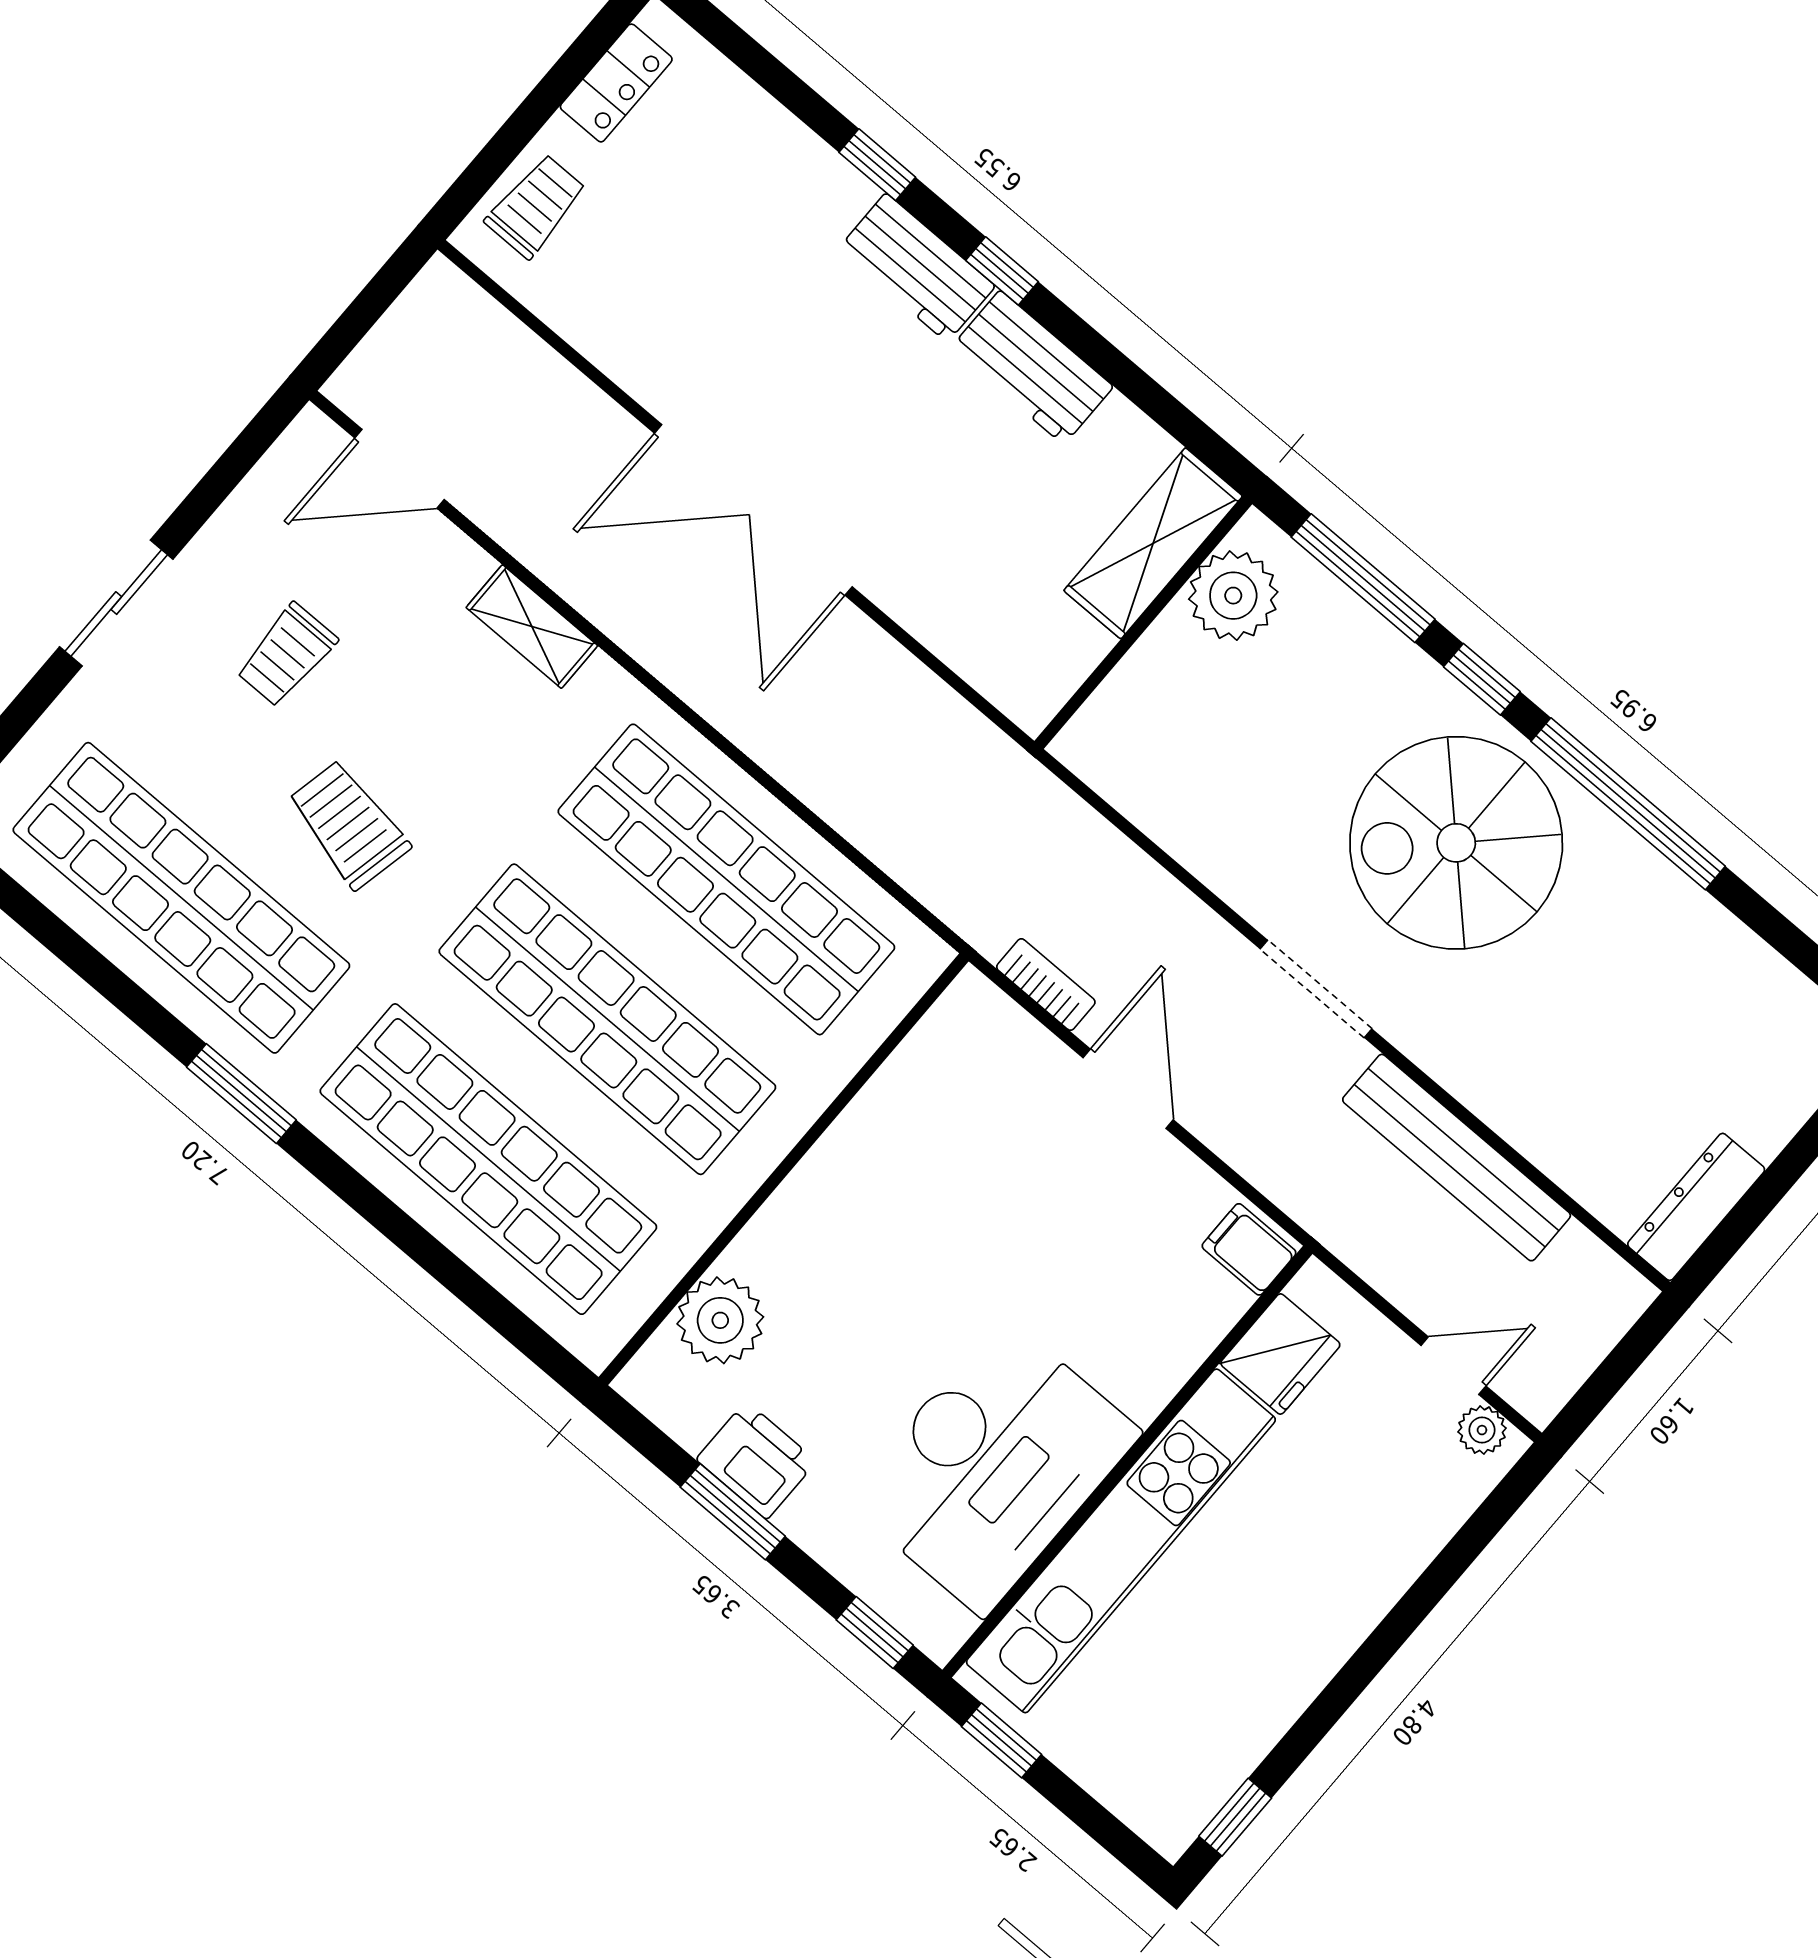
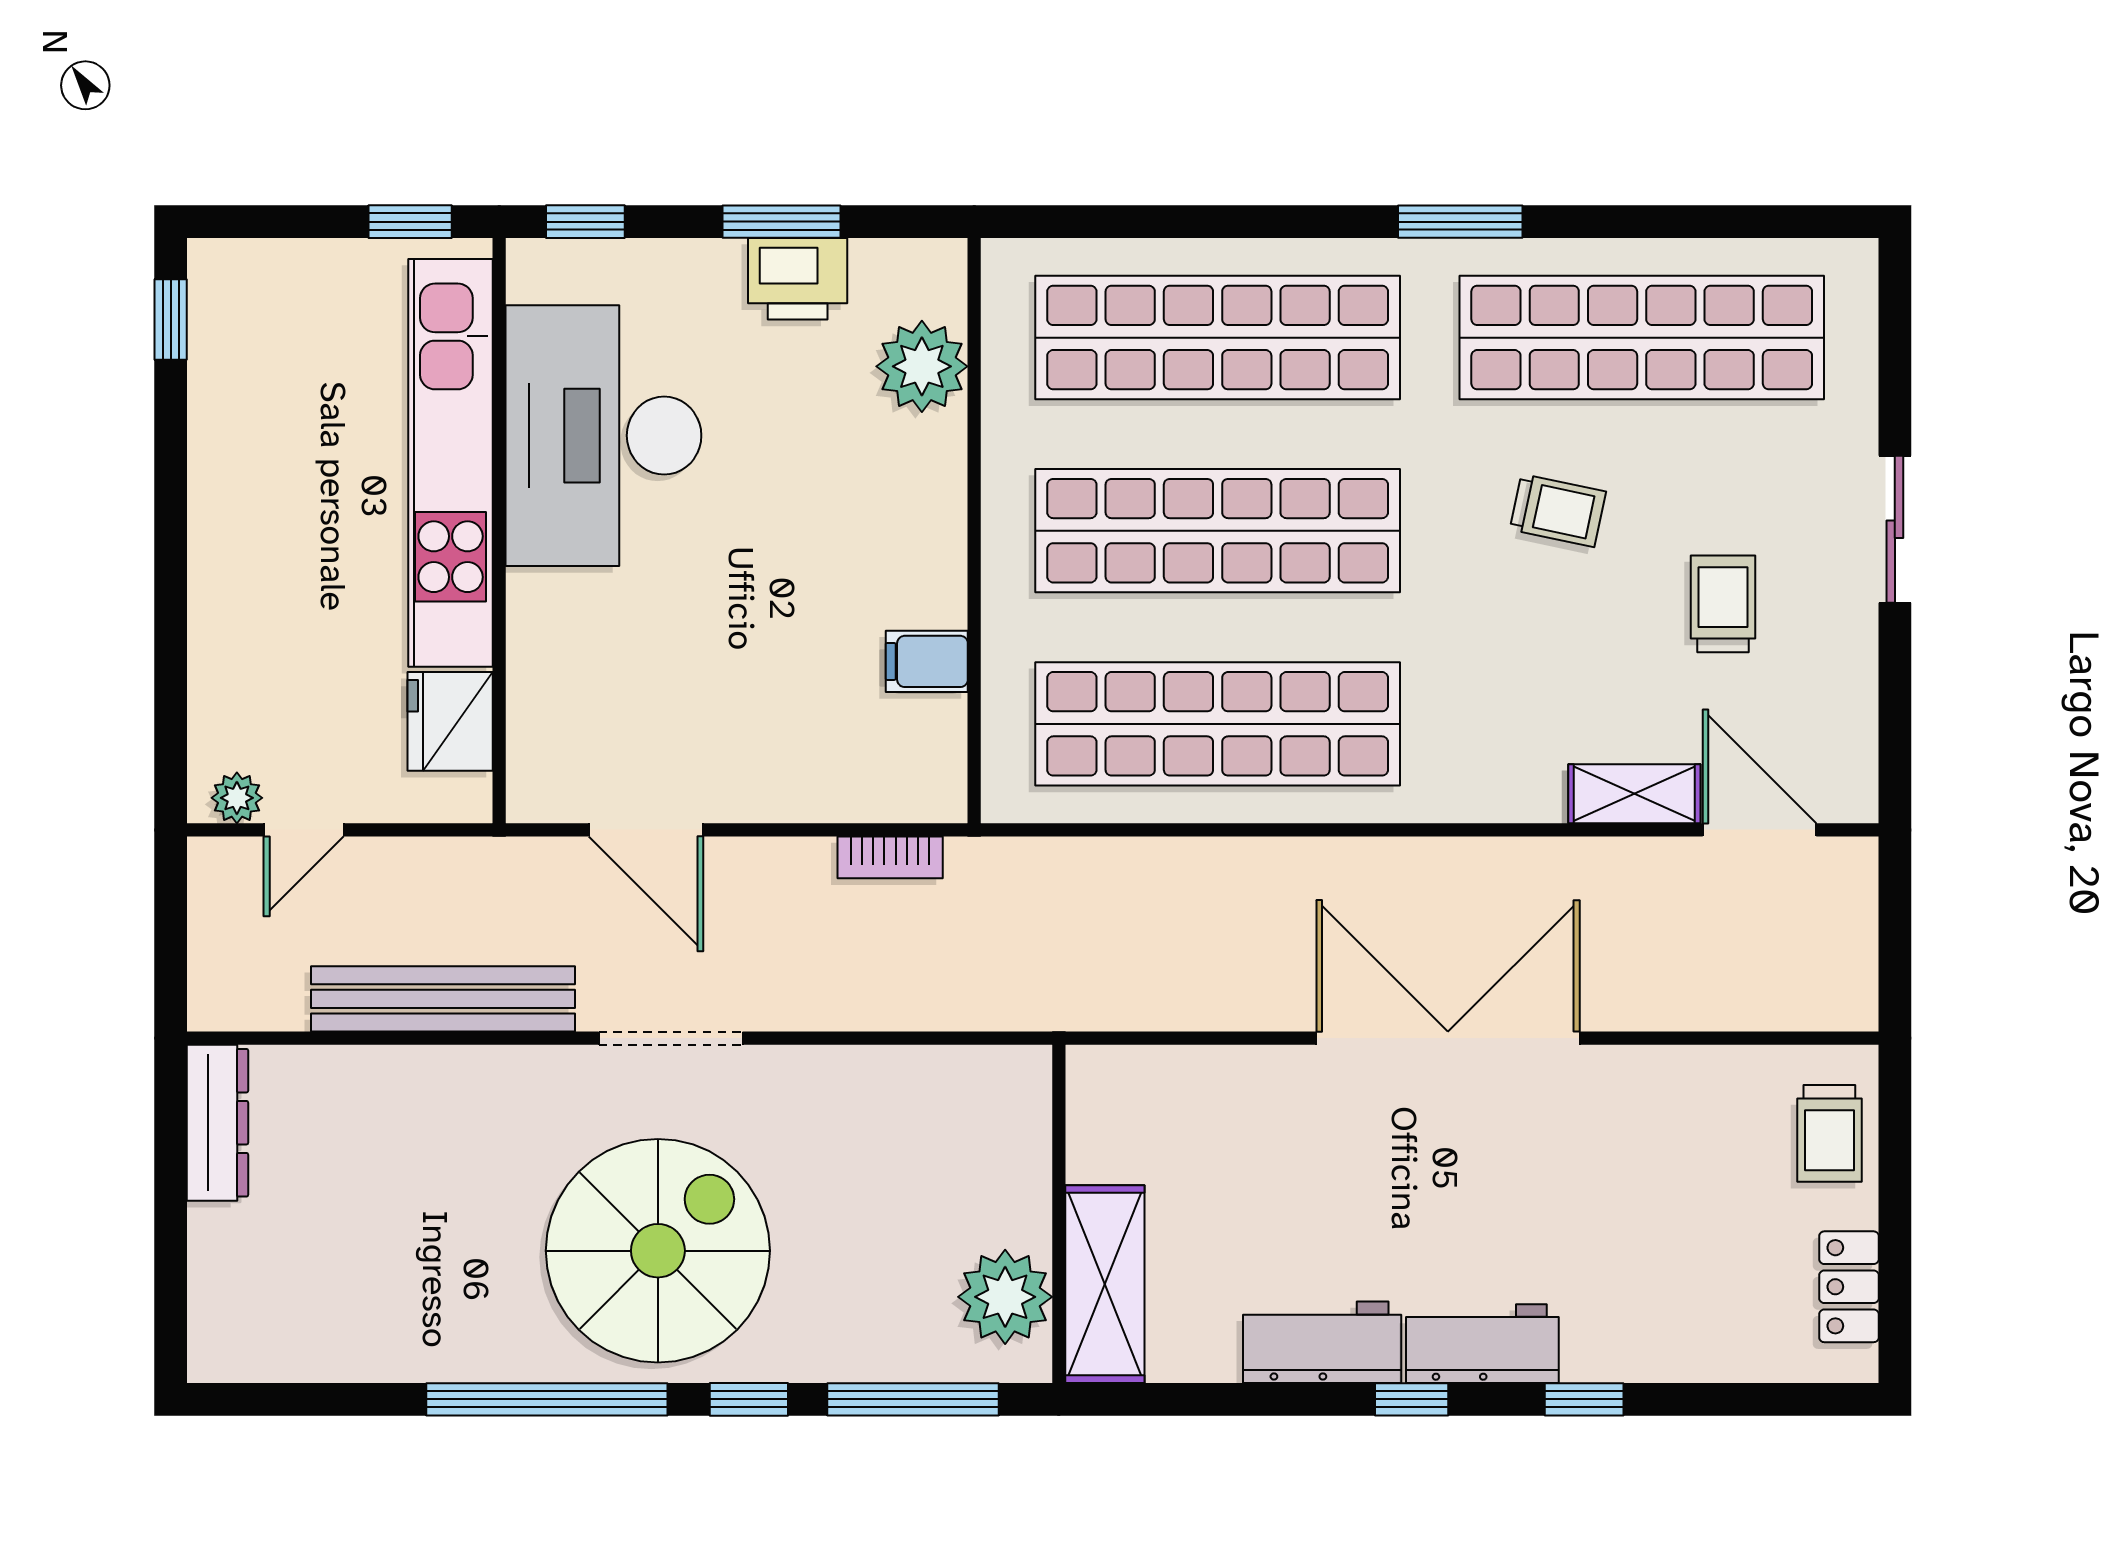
door: (400, 469) -> (1759, 830), hinge flipped
shelving: (532, 627) -> (1634, 794), moved
trolley: (349, 824) -> (1558, 511), width x0.73, depth x0.72
door: (1128, 1089) -> (646, 830), moved
filing cabinet: (1249, 1249) -> (927, 661), moved, turned 180

